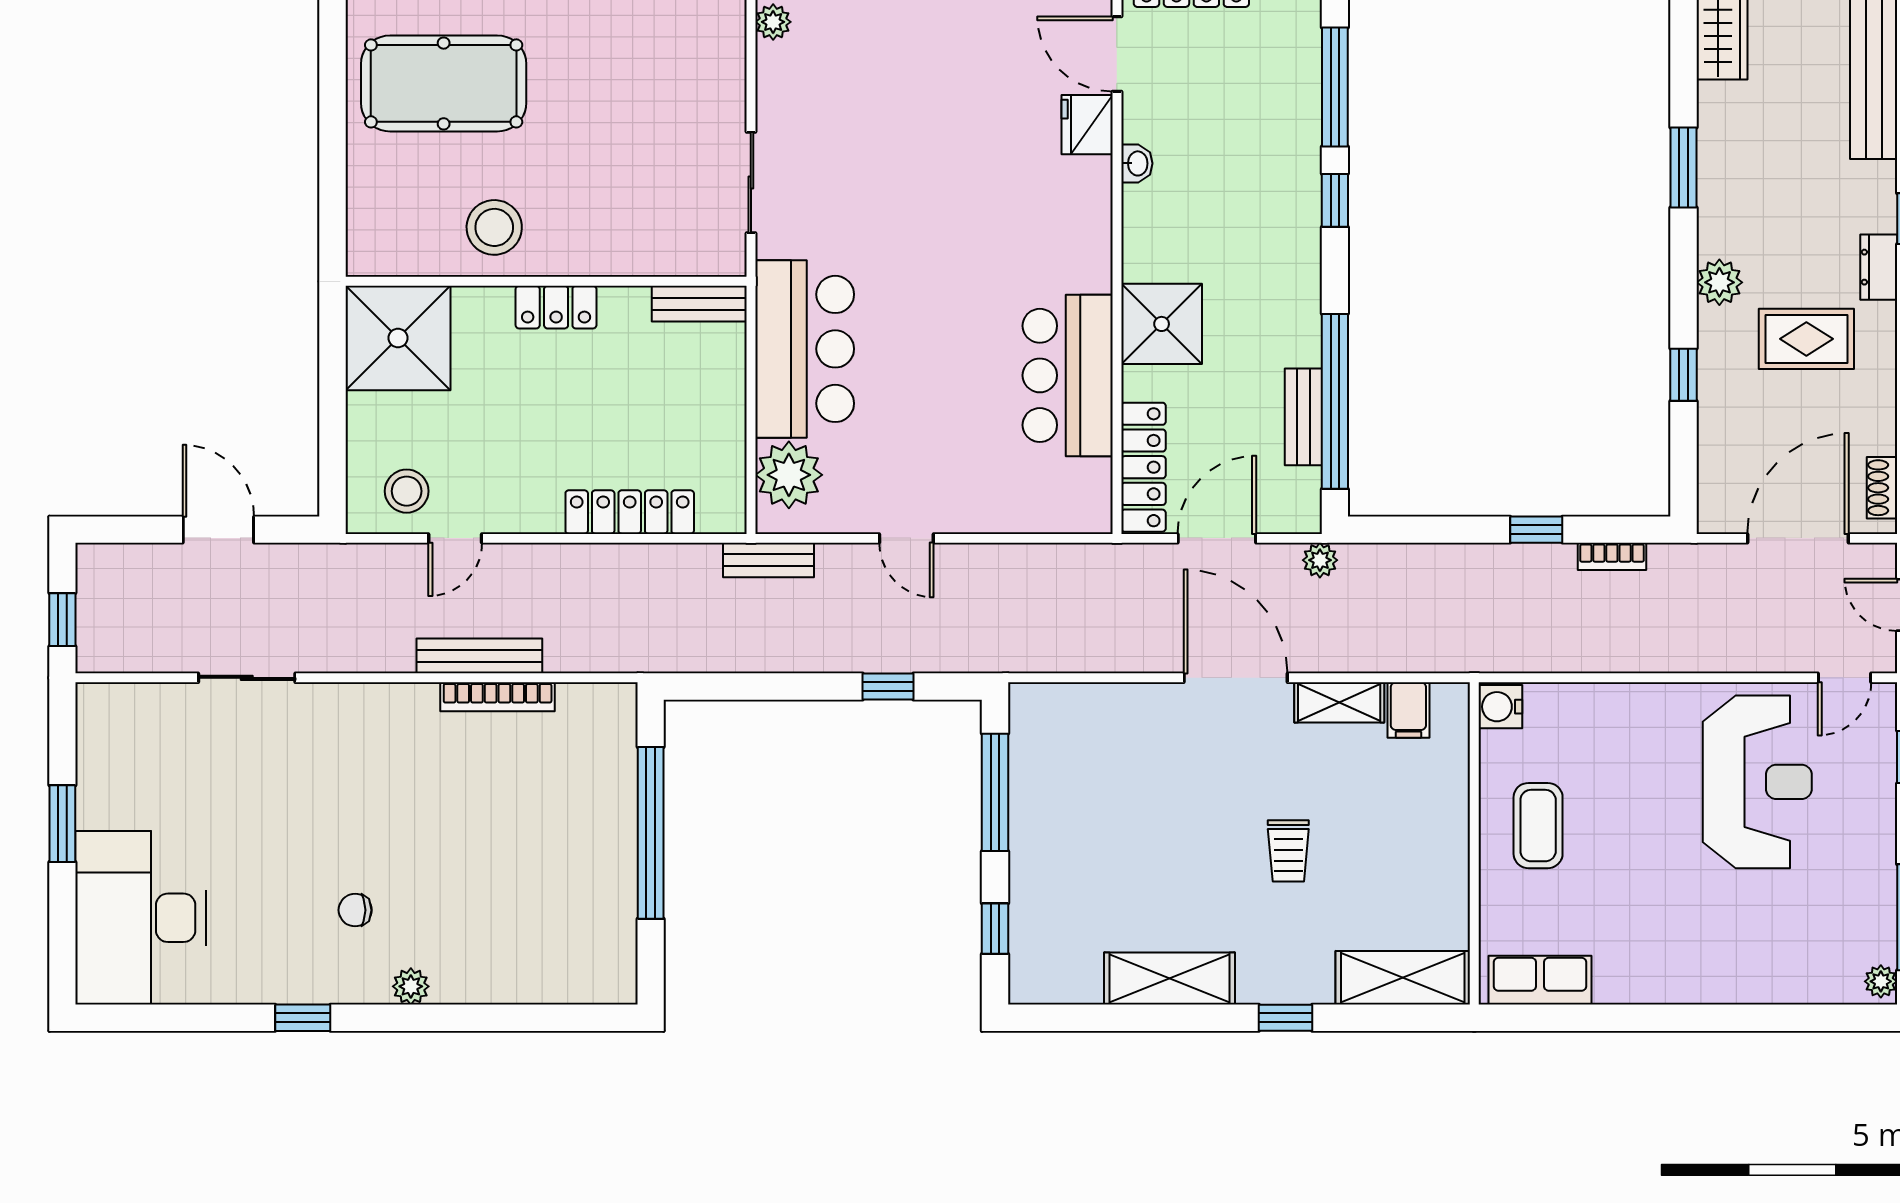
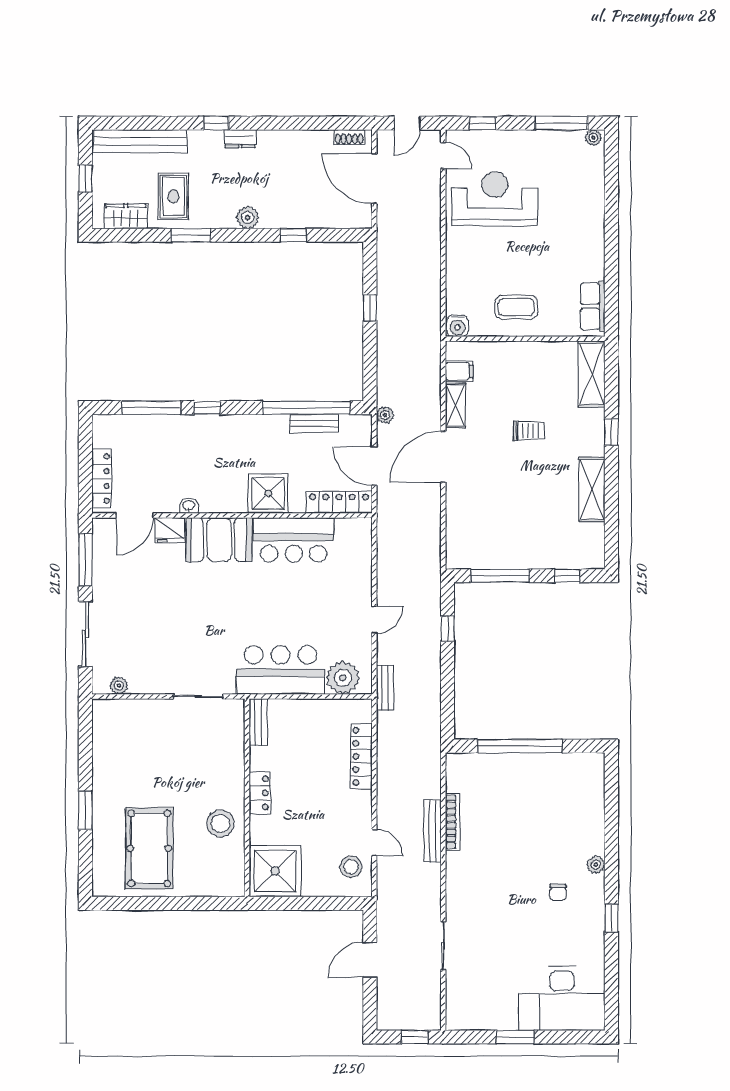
booth: (1068, 224) -> (219, 540), added
rug: (1806, 339) -> (173, 196), moved
bookcase: (1612, 556) -> (383, 271), removed

